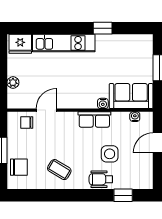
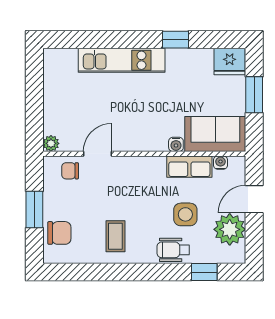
fridge: (20, 44) -> (230, 61), moved
plant: (13, 83) -> (51, 143), moved
row of seats: (94, 119) -> (189, 167), moved
plant: (141, 165) -> (230, 229), added
coffee table: (59, 170) -> (115, 236), turned 59

